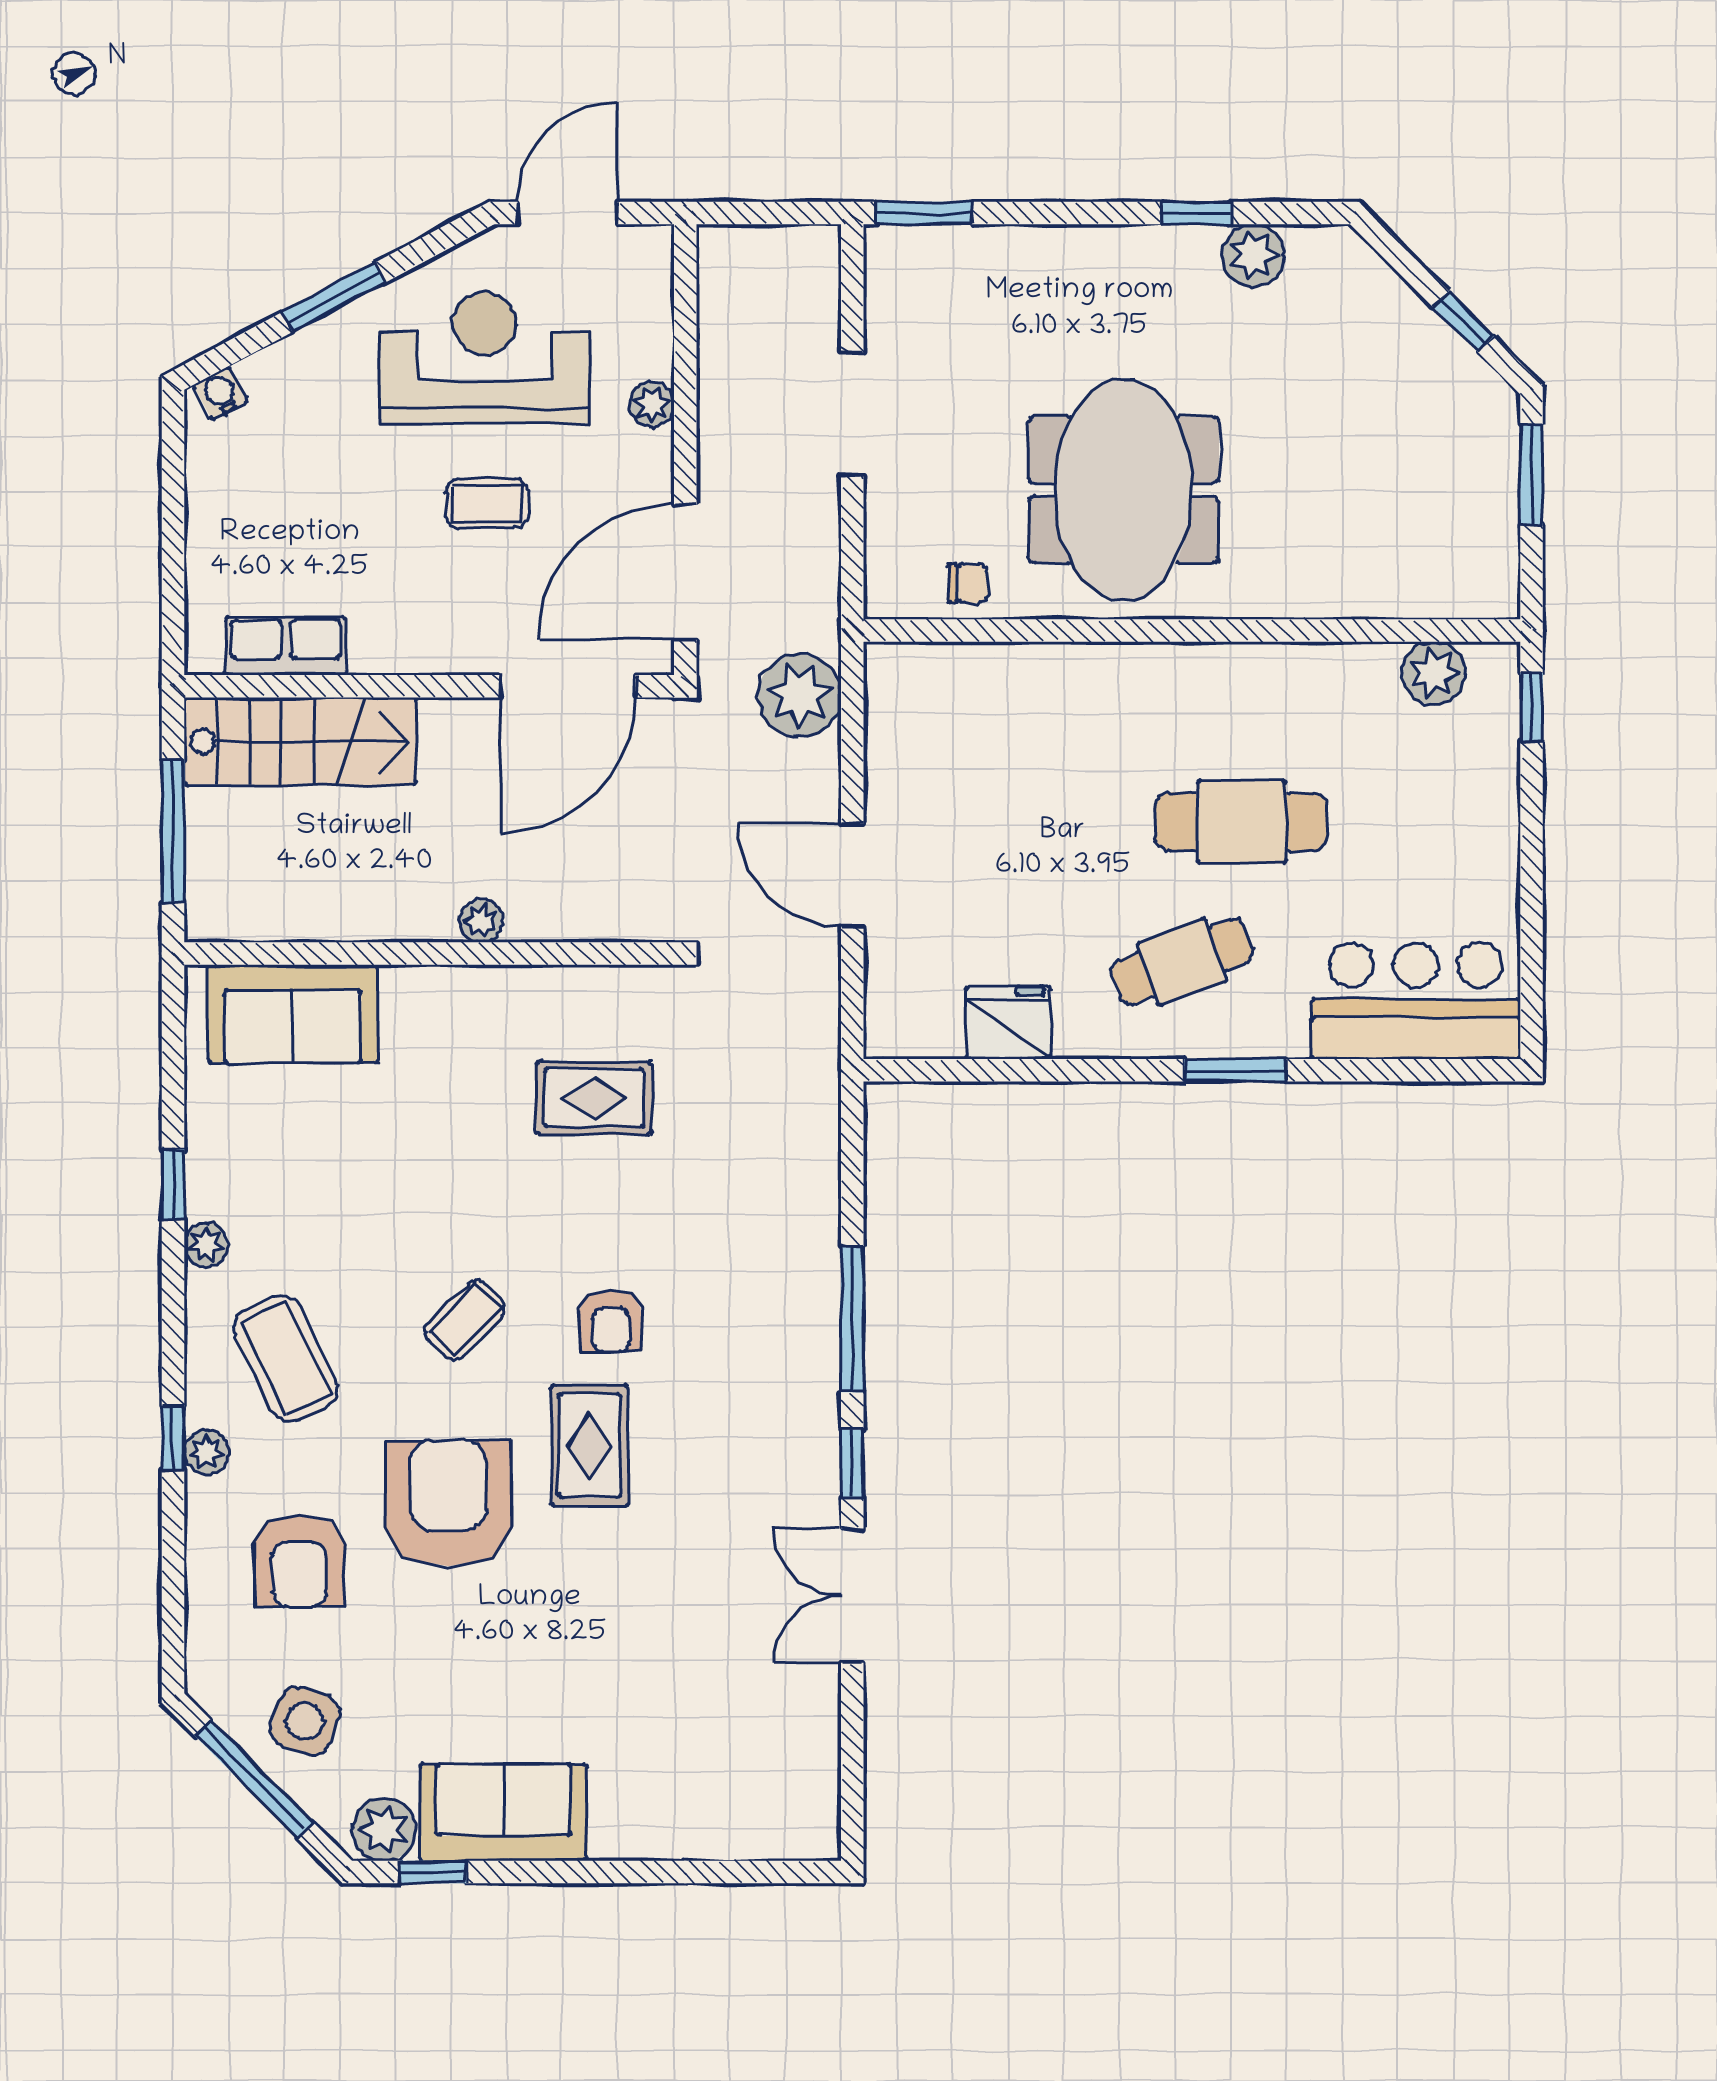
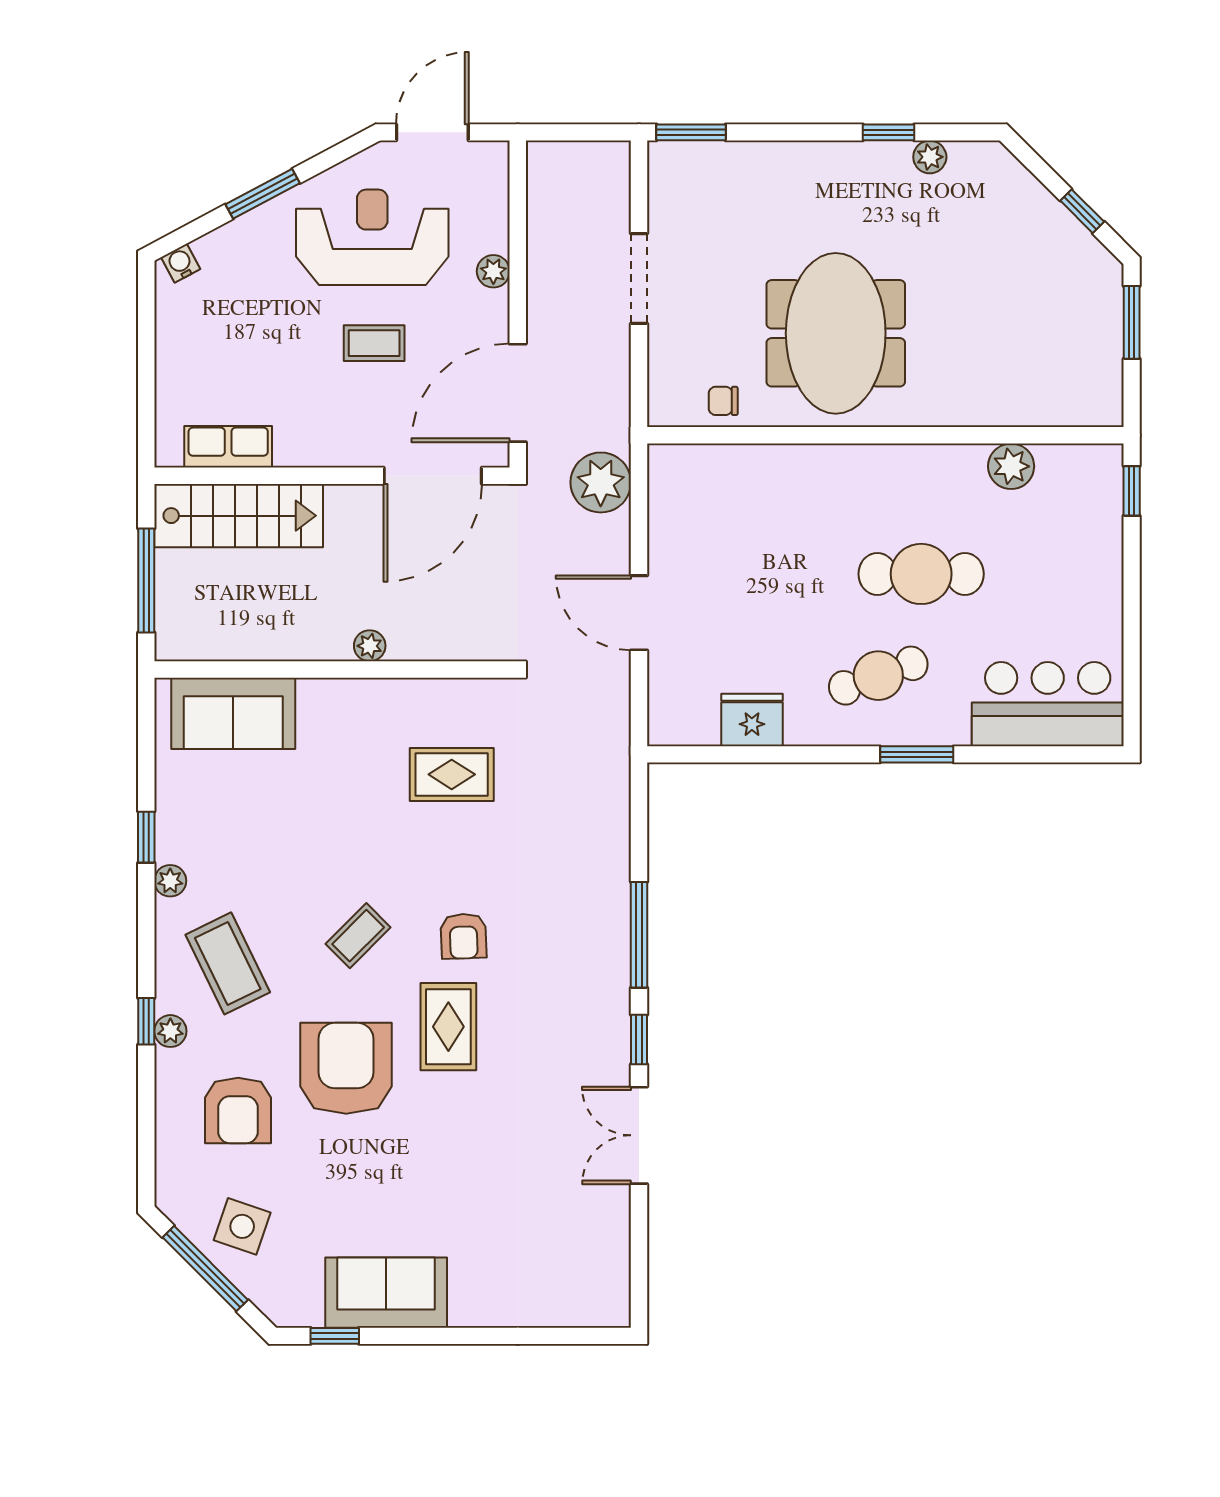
plant: (1253, 255) -> (930, 157), width x0.73, depth x0.73
chair: (968, 583) -> (723, 401), turned 180
plant: (1434, 673) -> (1011, 466), moved
plant: (384, 1830) -> (299, 1305), removed

